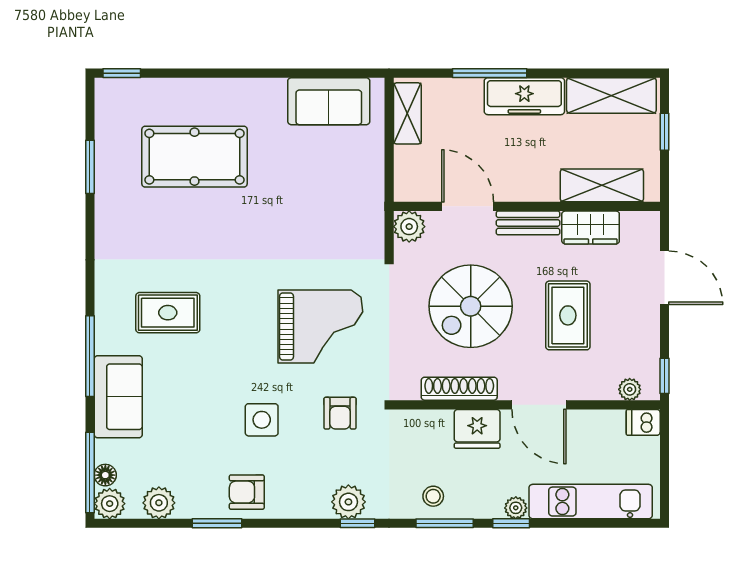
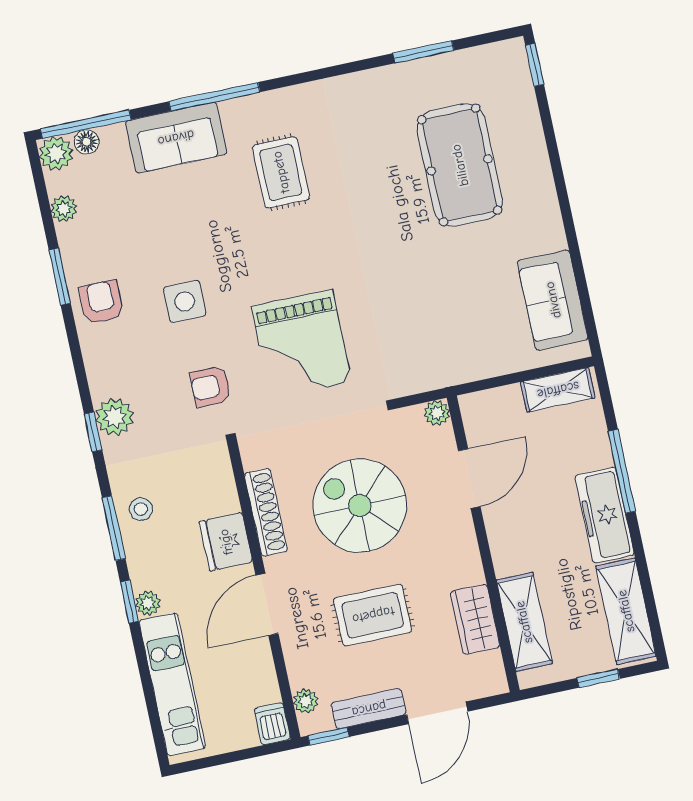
bench: (528, 223) -> (369, 709), moved, turned 90
plant: (409, 227) -> (437, 413), width x0.73, depth x0.73
plant: (159, 503) -> (64, 209), width x0.73, depth x0.73

